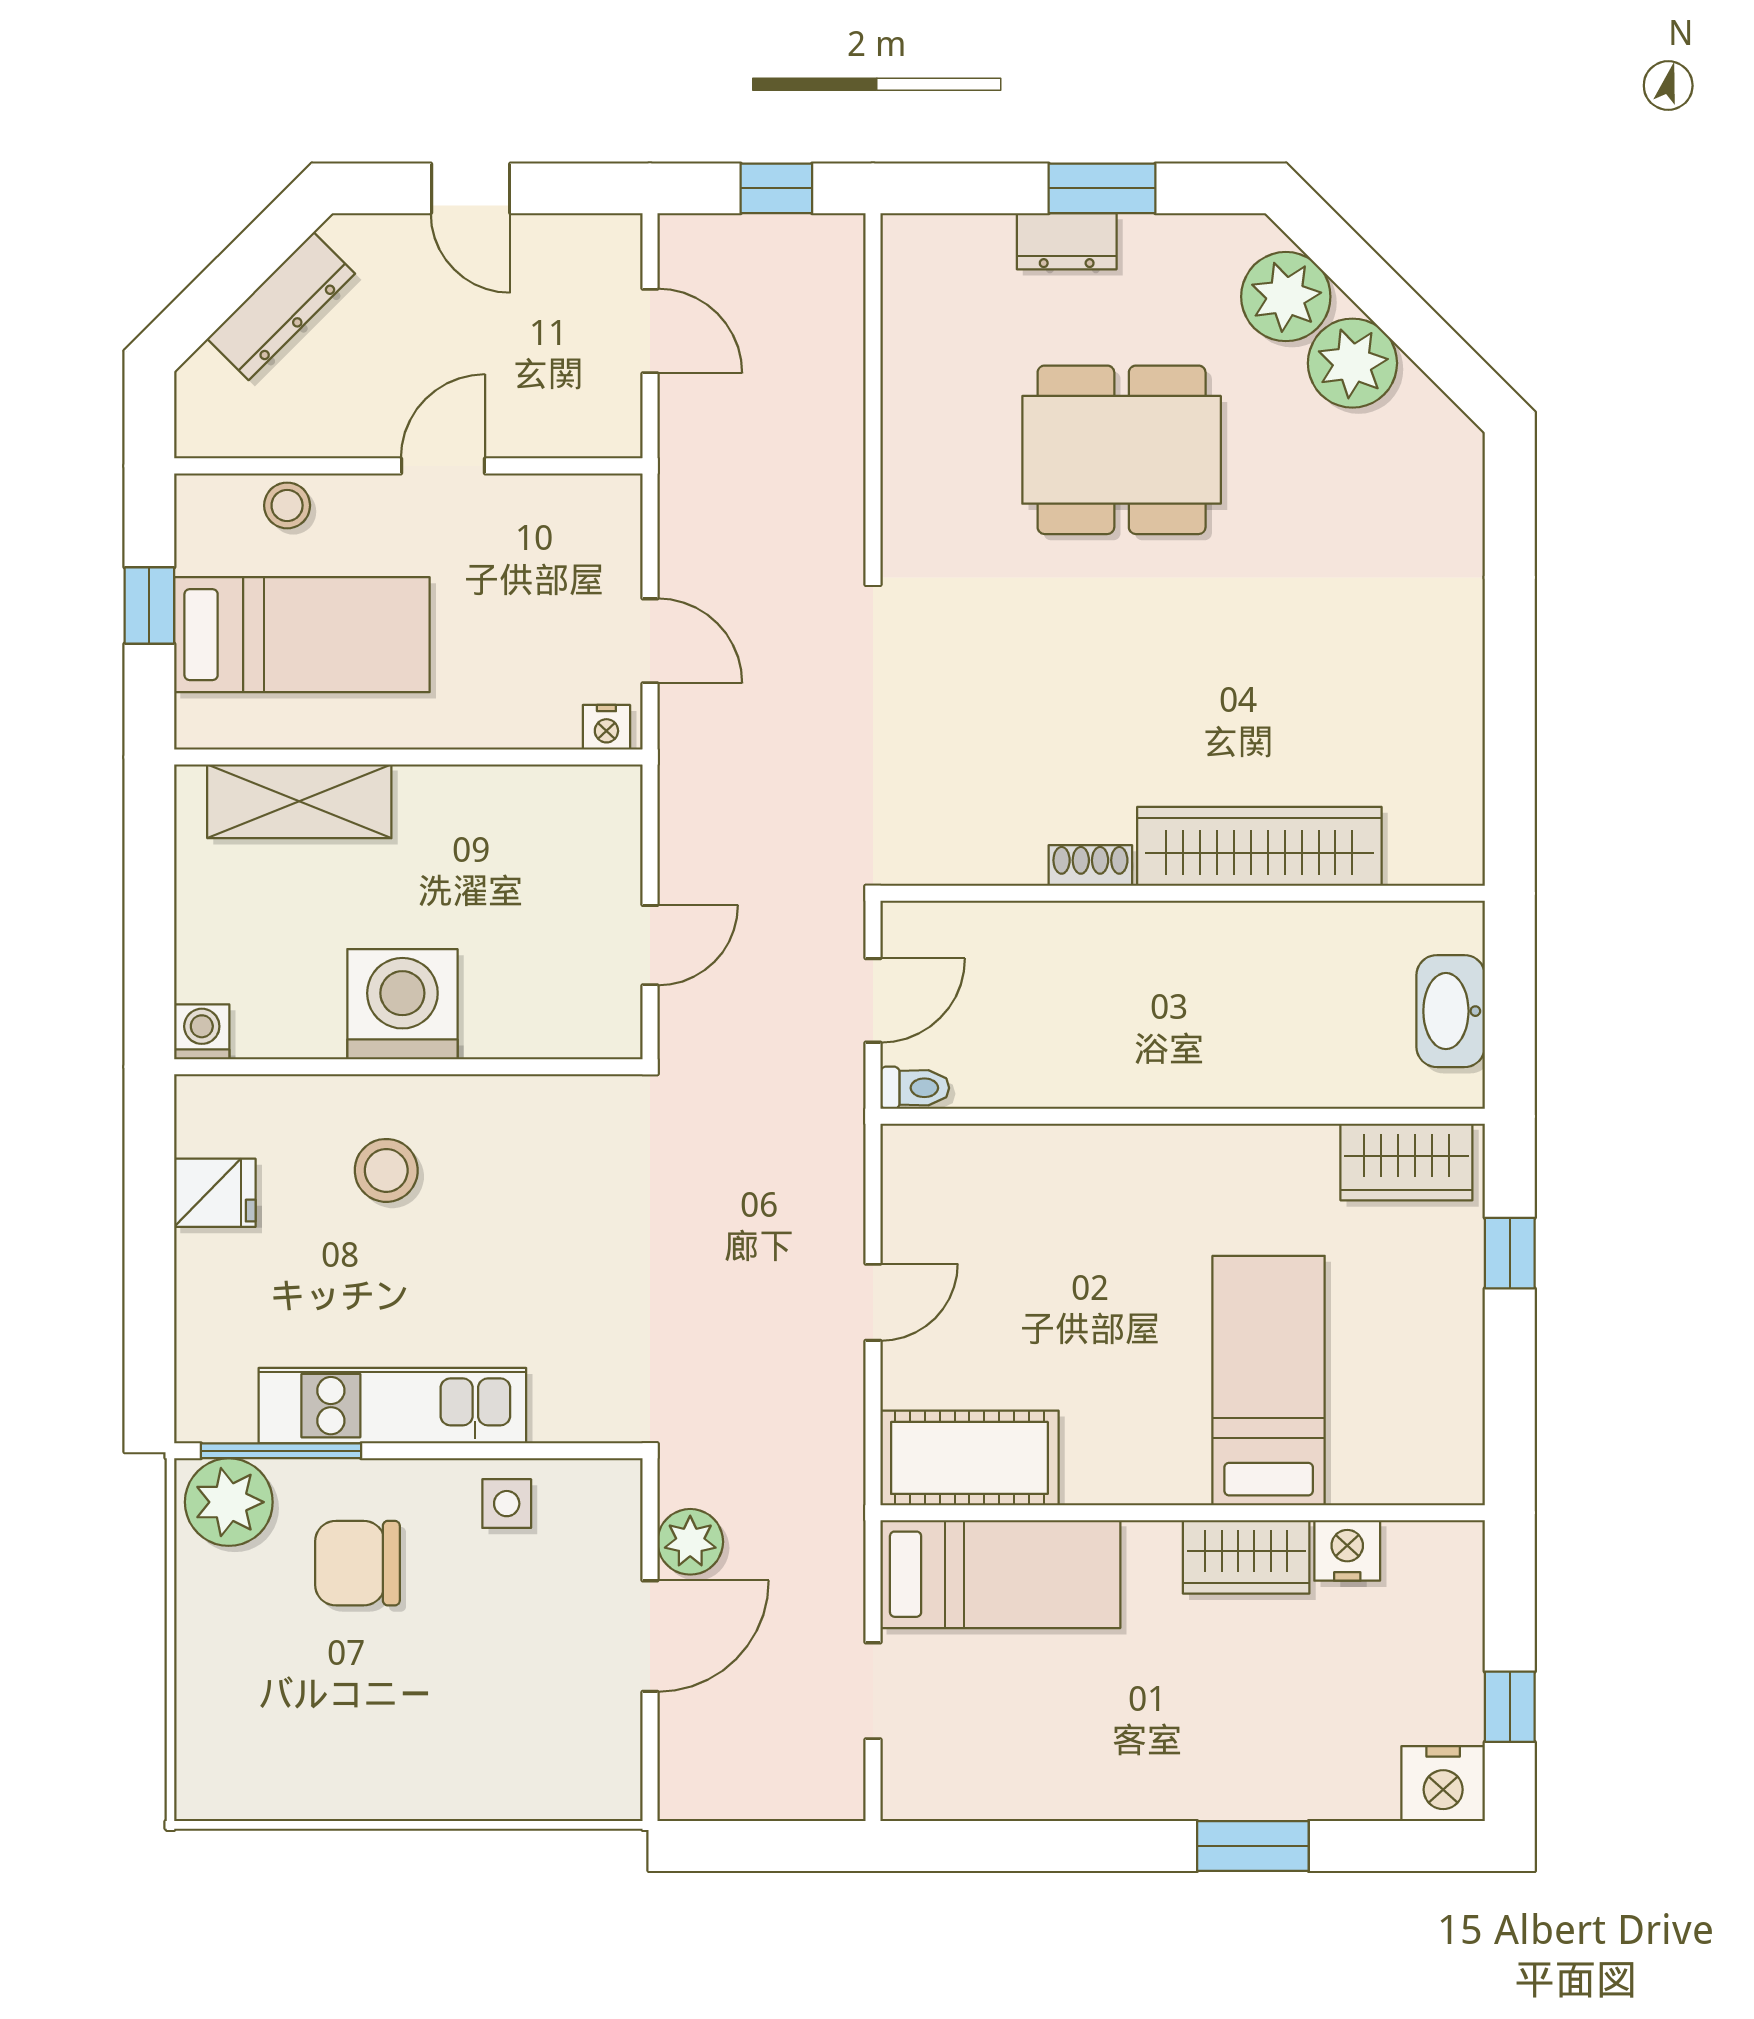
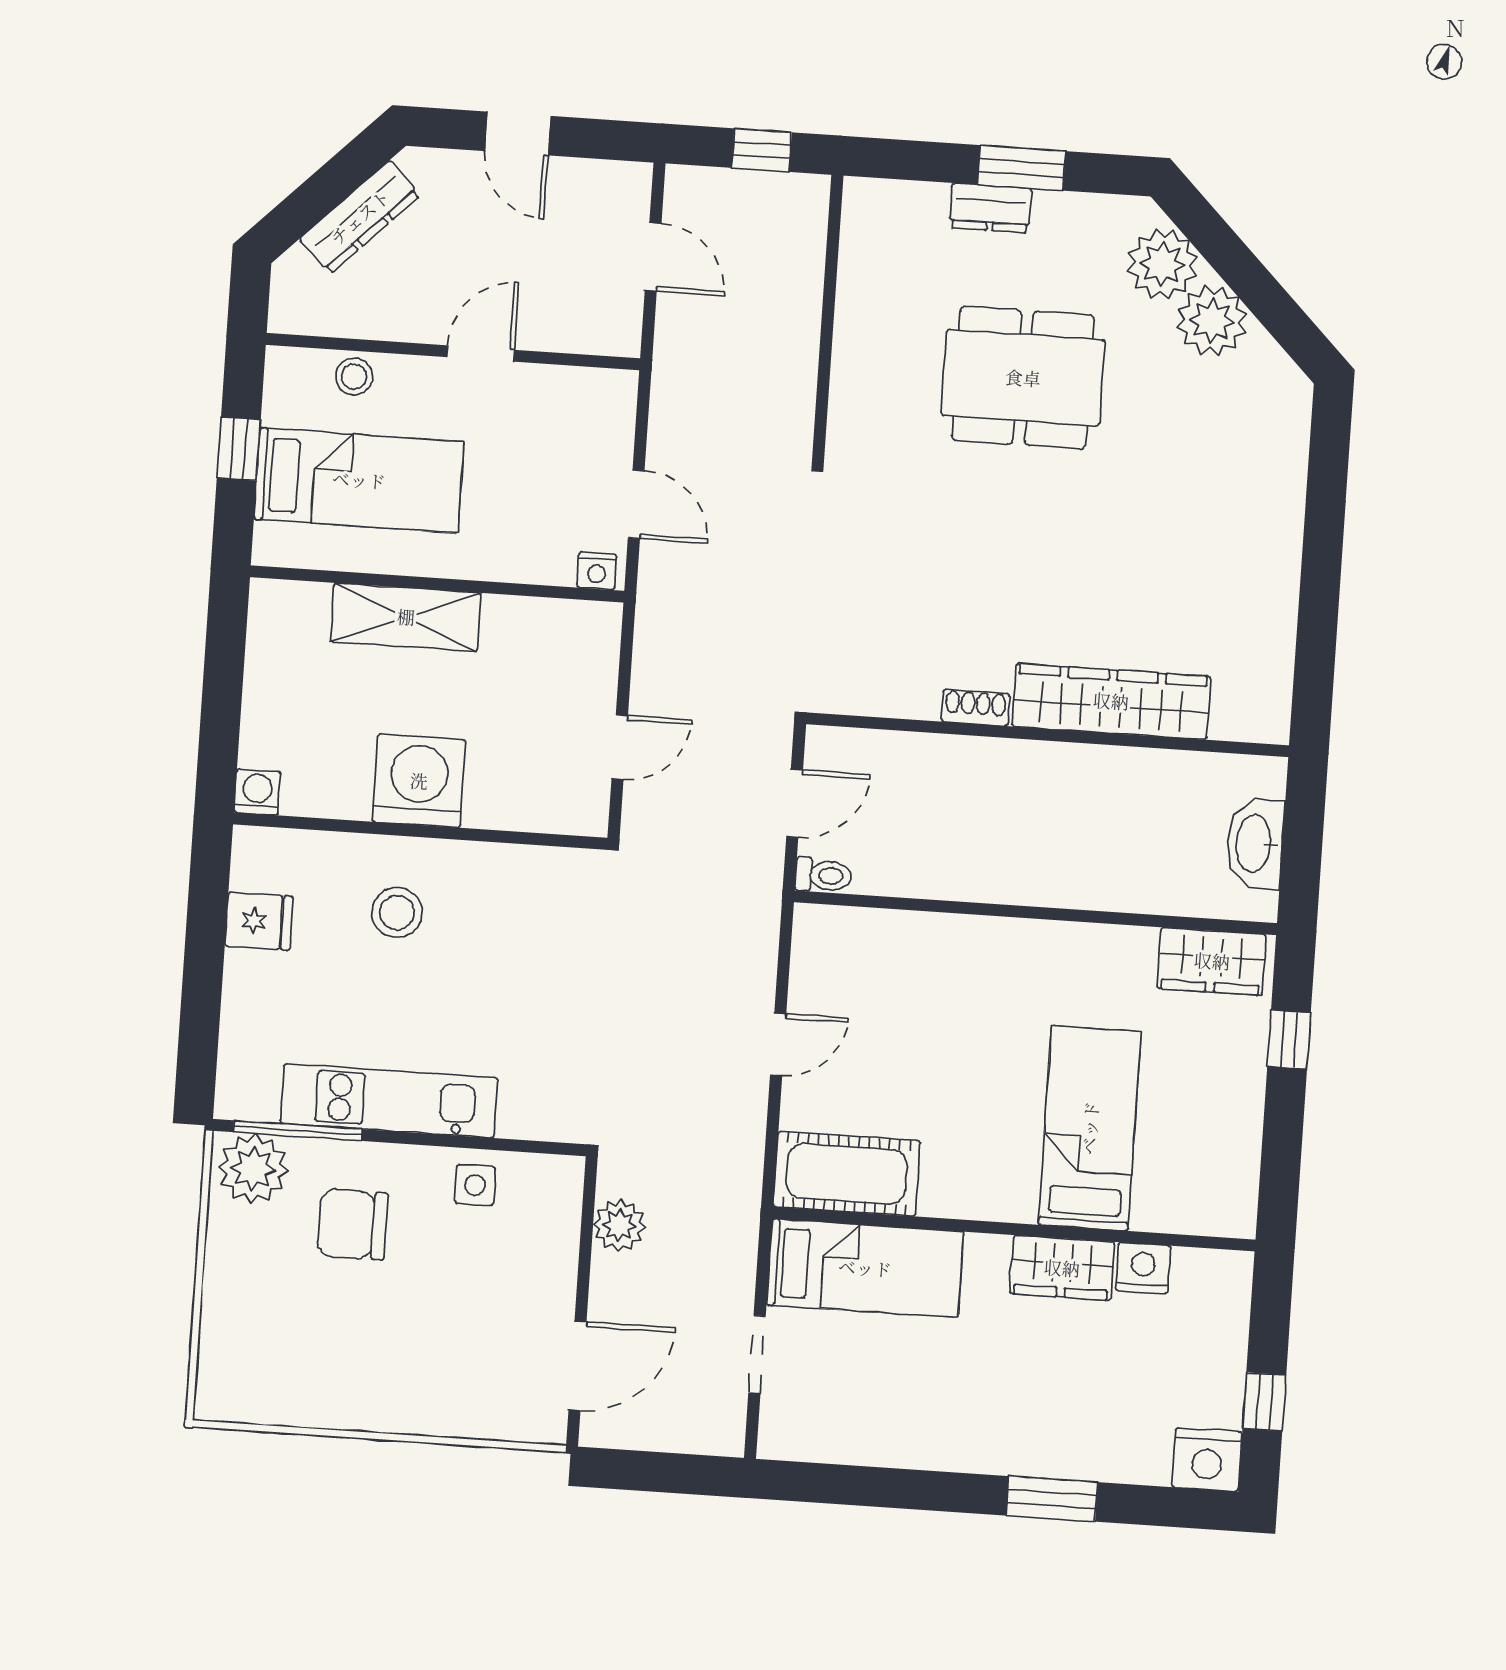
shelving: (299, 801) -> (406, 617), moved
door: (650, 1636) -> (577, 1366), moved

